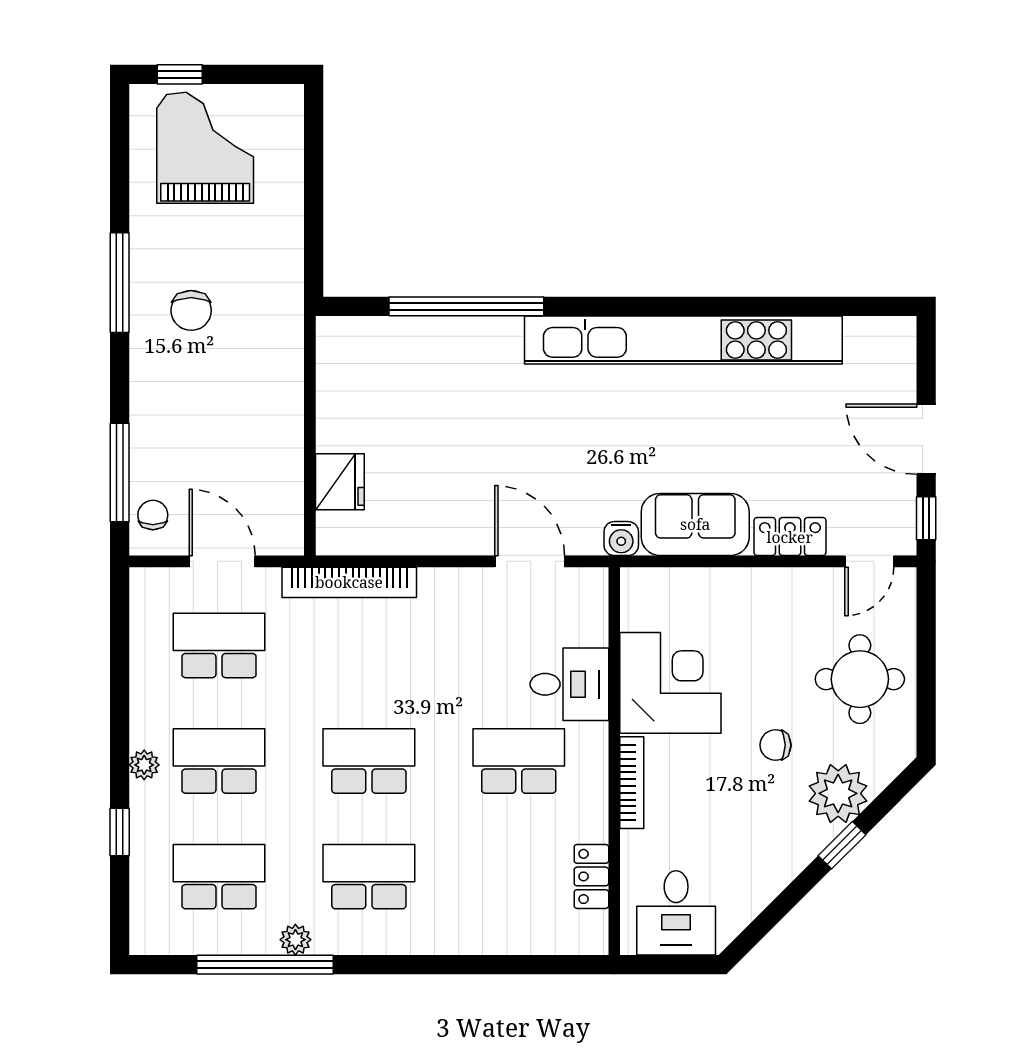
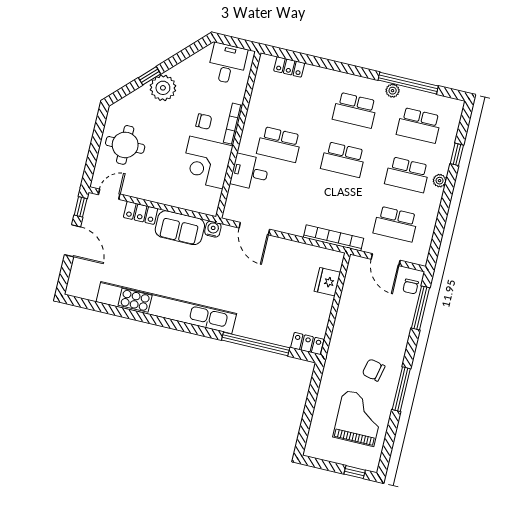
grand piano: (205, 148) -> (359, 418), moved, turned 180
chair: (191, 310) -> (374, 370), turned -78
locker: (352, 334) -> (307, 344), added
chair: (776, 745) -> (204, 121), moved
plant: (838, 793) -> (163, 88), moved
locker: (591, 876) -> (289, 67), moved, turned 90

